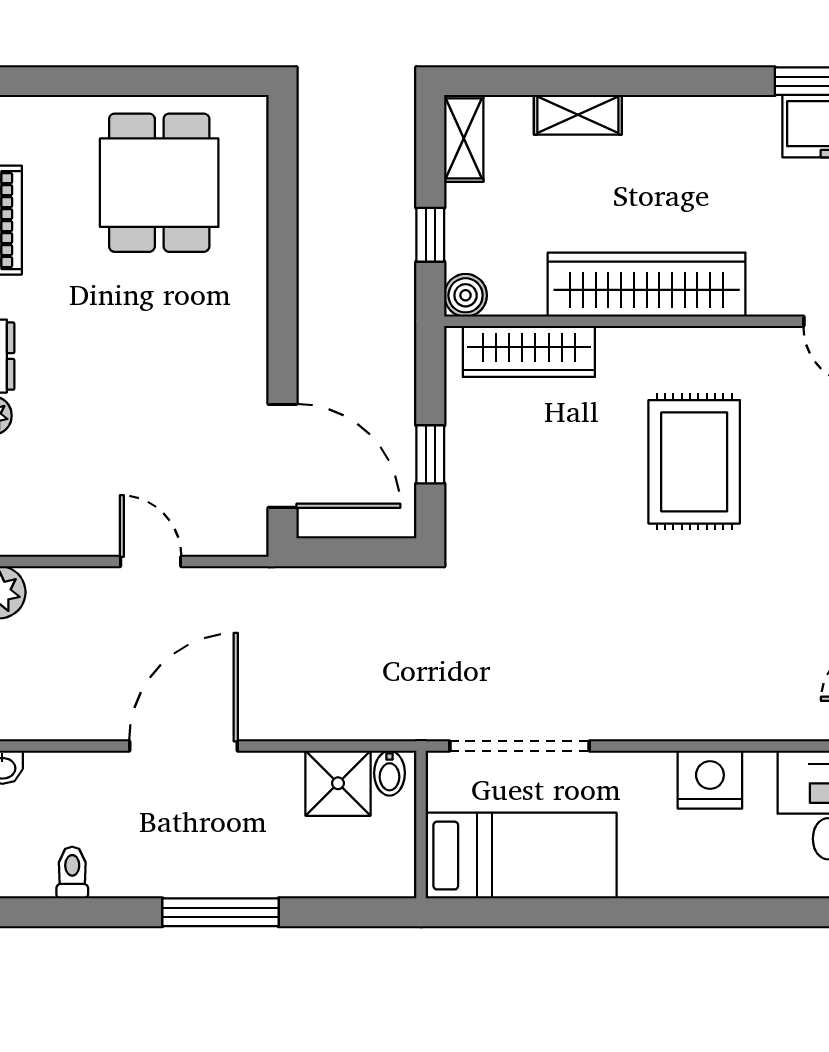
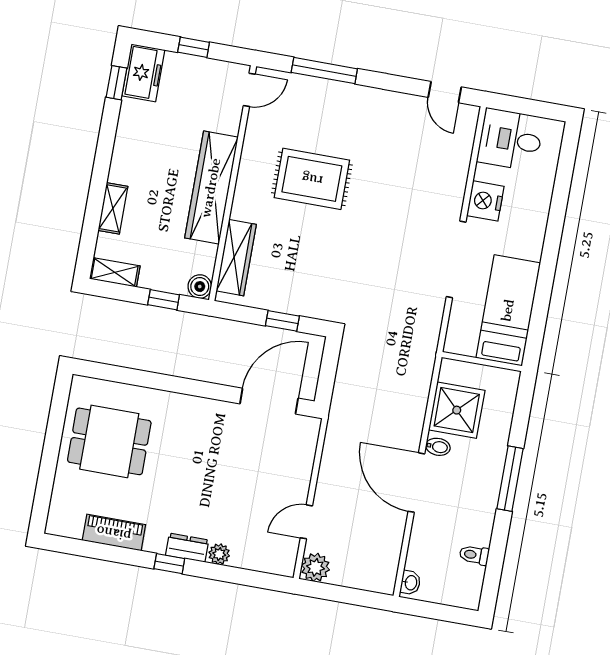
door: (151, 561) -> (306, 522), moved
doorway: (519, 746) -> (456, 259), moved
bidet: (390, 773) -> (438, 447), moved
shower: (338, 783) -> (457, 410), width x1.36, depth x1.36

